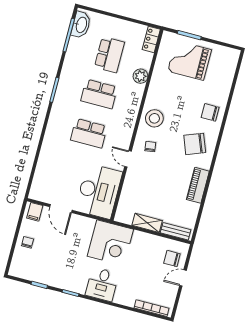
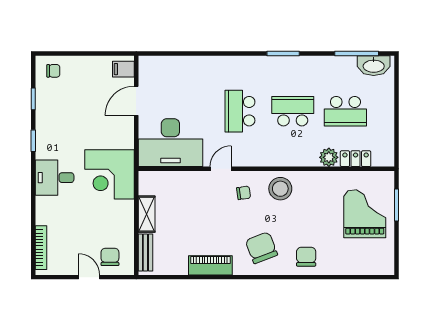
locker: (151, 39) -> (356, 159), moved
school desk: (99, 94) -> (293, 111), turned 90
chair: (27, 242) -> (53, 71), moved

